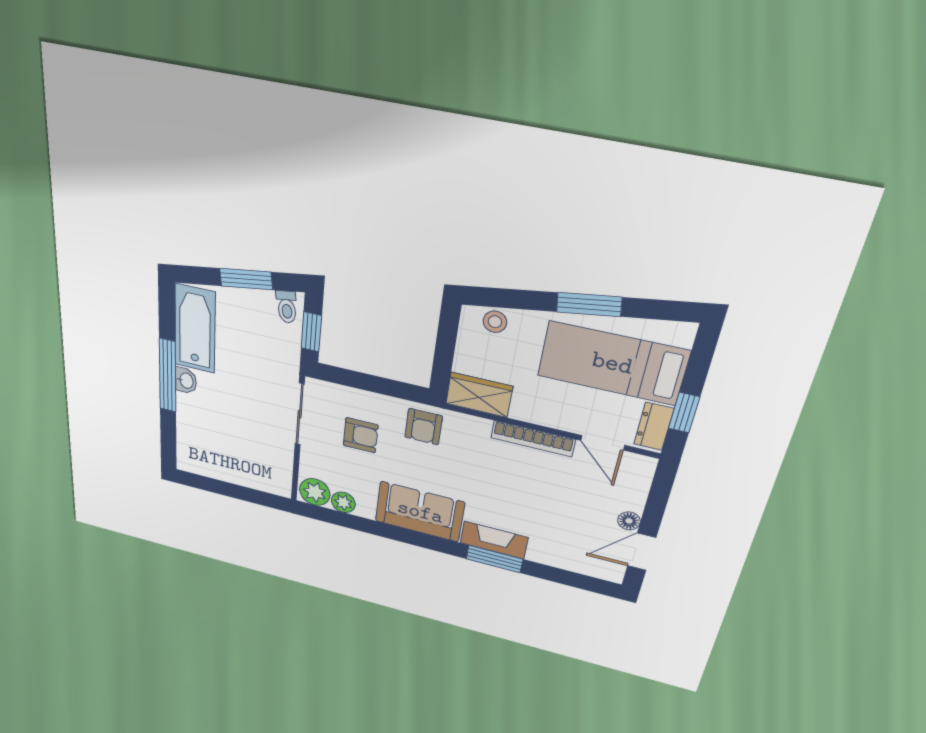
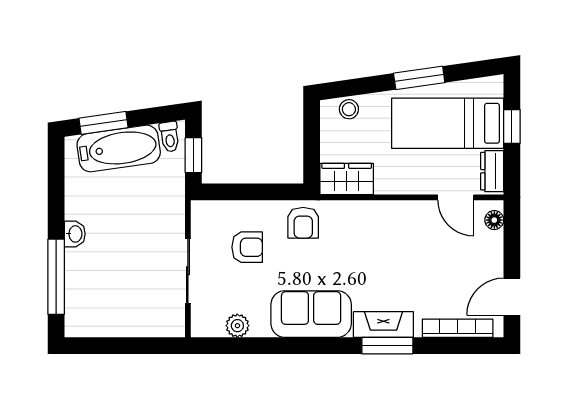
window: (246, 279) -> (104, 123), moved
bathtub: (195, 329) -> (119, 149), moved, turned 82
window: (168, 376) -> (56, 277), moved
window: (684, 413) -> (512, 127), moved
sliding door: (300, 414) -> (188, 271), moved
bookcase: (533, 439) -> (458, 328), moved, turned 180
plant: (315, 492) -> (208, 322), removed
floor lamp: (629, 521) -> (494, 220), moved

